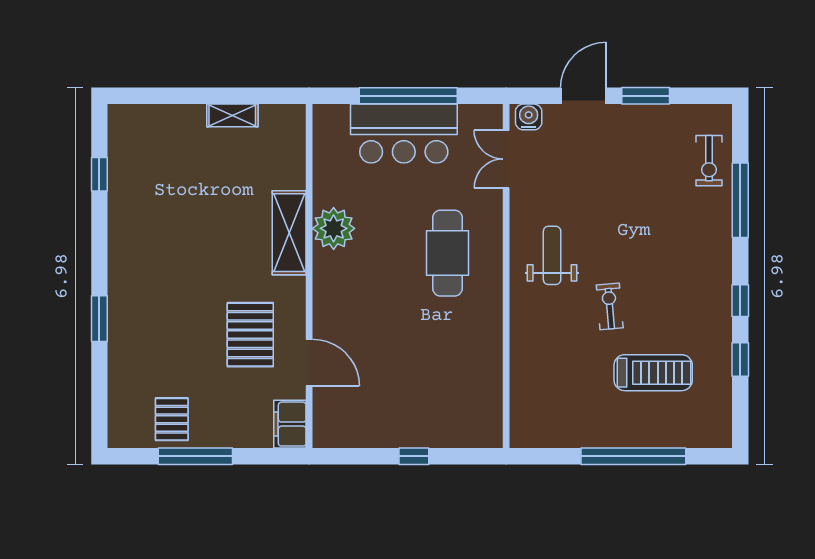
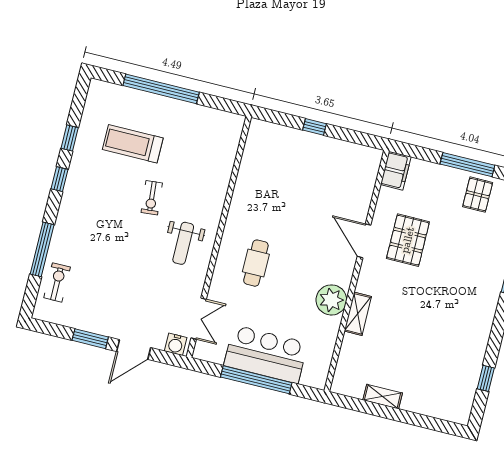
shelving: (289, 233) -> (358, 314), width x0.67, depth x0.75
cafe table: (447, 253) -> (256, 263), width x0.73, depth x0.74
door: (309, 363) -> (364, 241), moved

